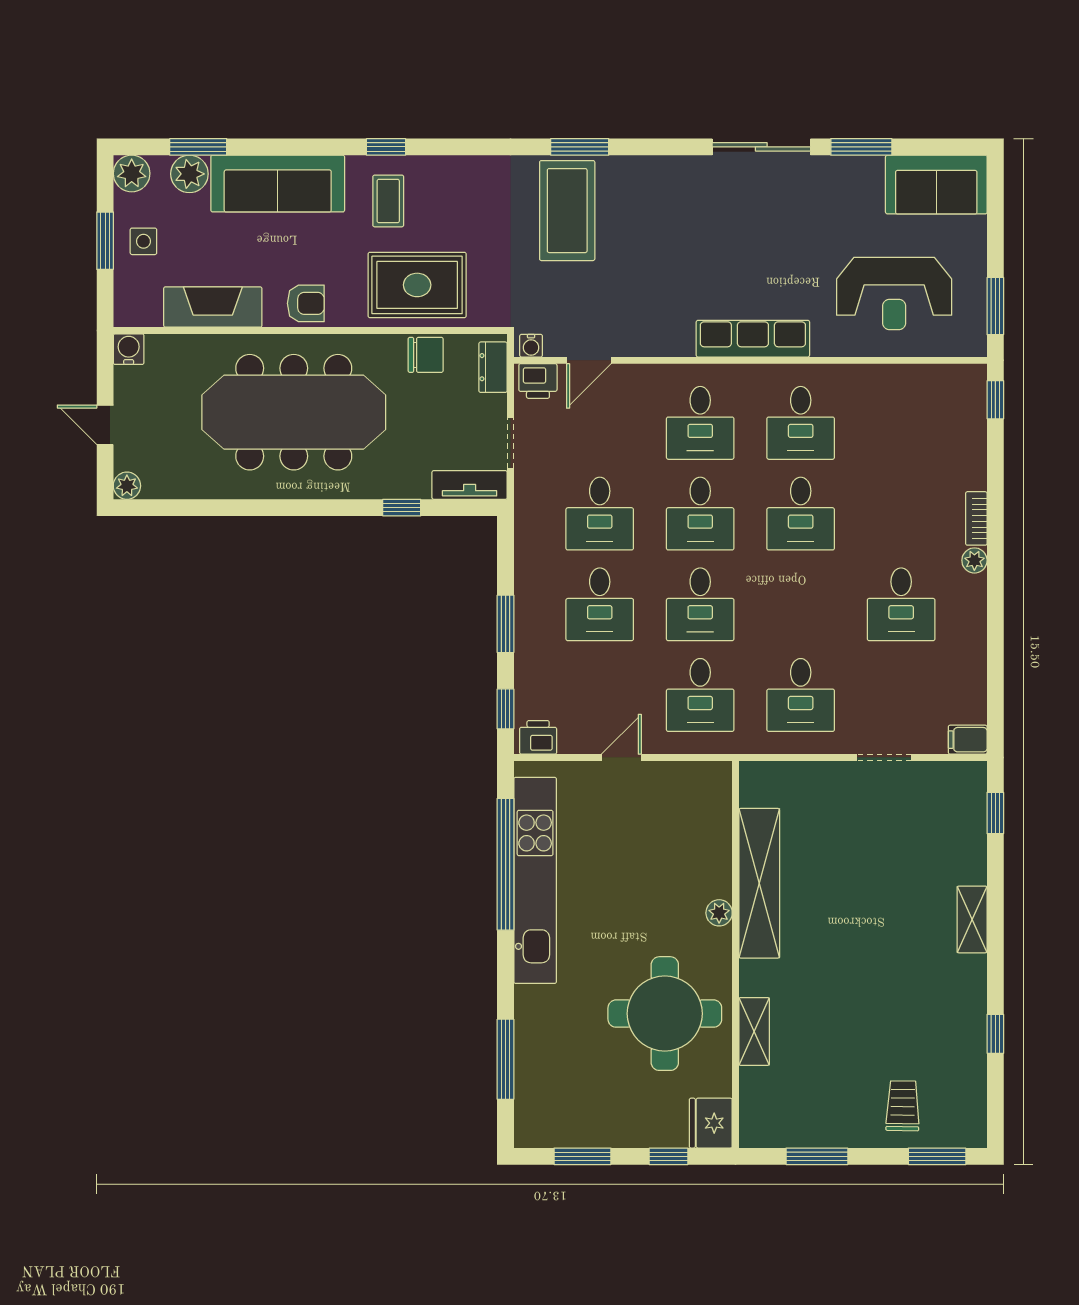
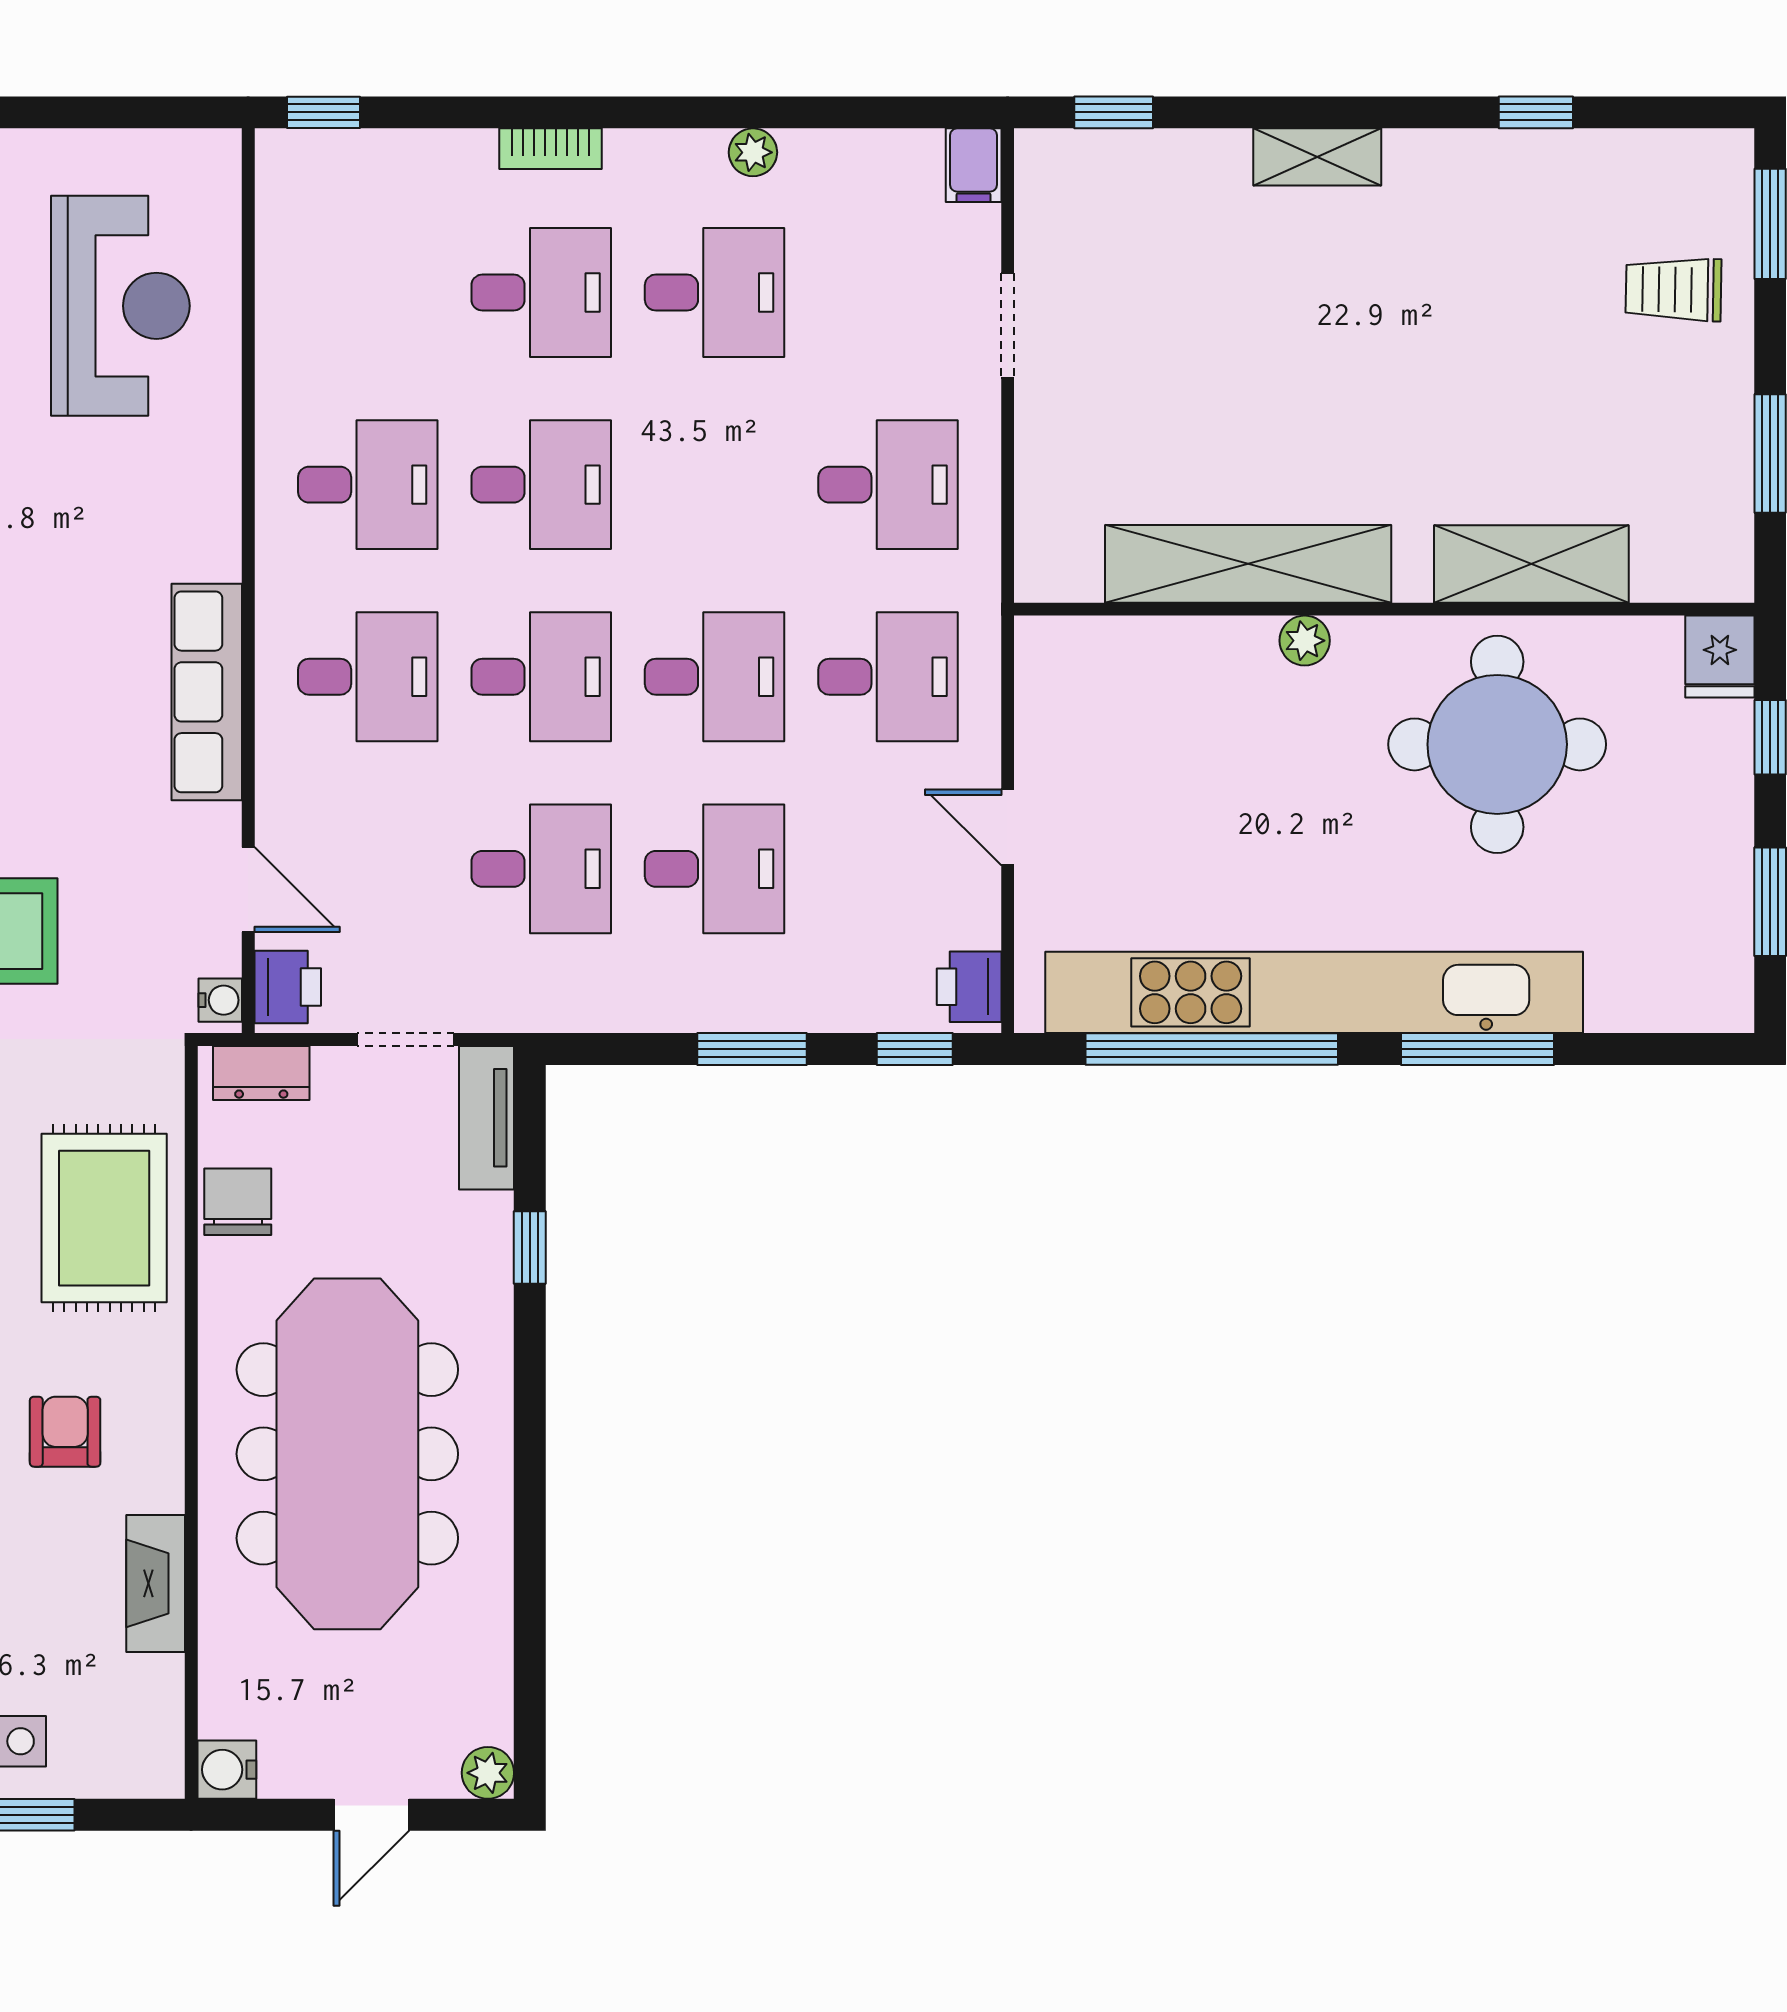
armchair: (306, 303) -> (65, 1432), moved
window: (995, 306) -> (144, 112), removed
fireplace: (213, 307) -> (156, 1583), width x0.73, depth x0.76
row of seats: (753, 339) -> (207, 692), moved
desk: (901, 514) -> (541, 293), added
plant: (974, 560) -> (753, 152), moved
kitchen unit: (535, 880) -> (1314, 992), width x1.36
shelving: (754, 1031) -> (1531, 564), width x1.50, depth x1.33
window: (506, 1059) -> (1477, 1049), moved
fridge: (711, 1123) -> (1720, 657), width x0.72

